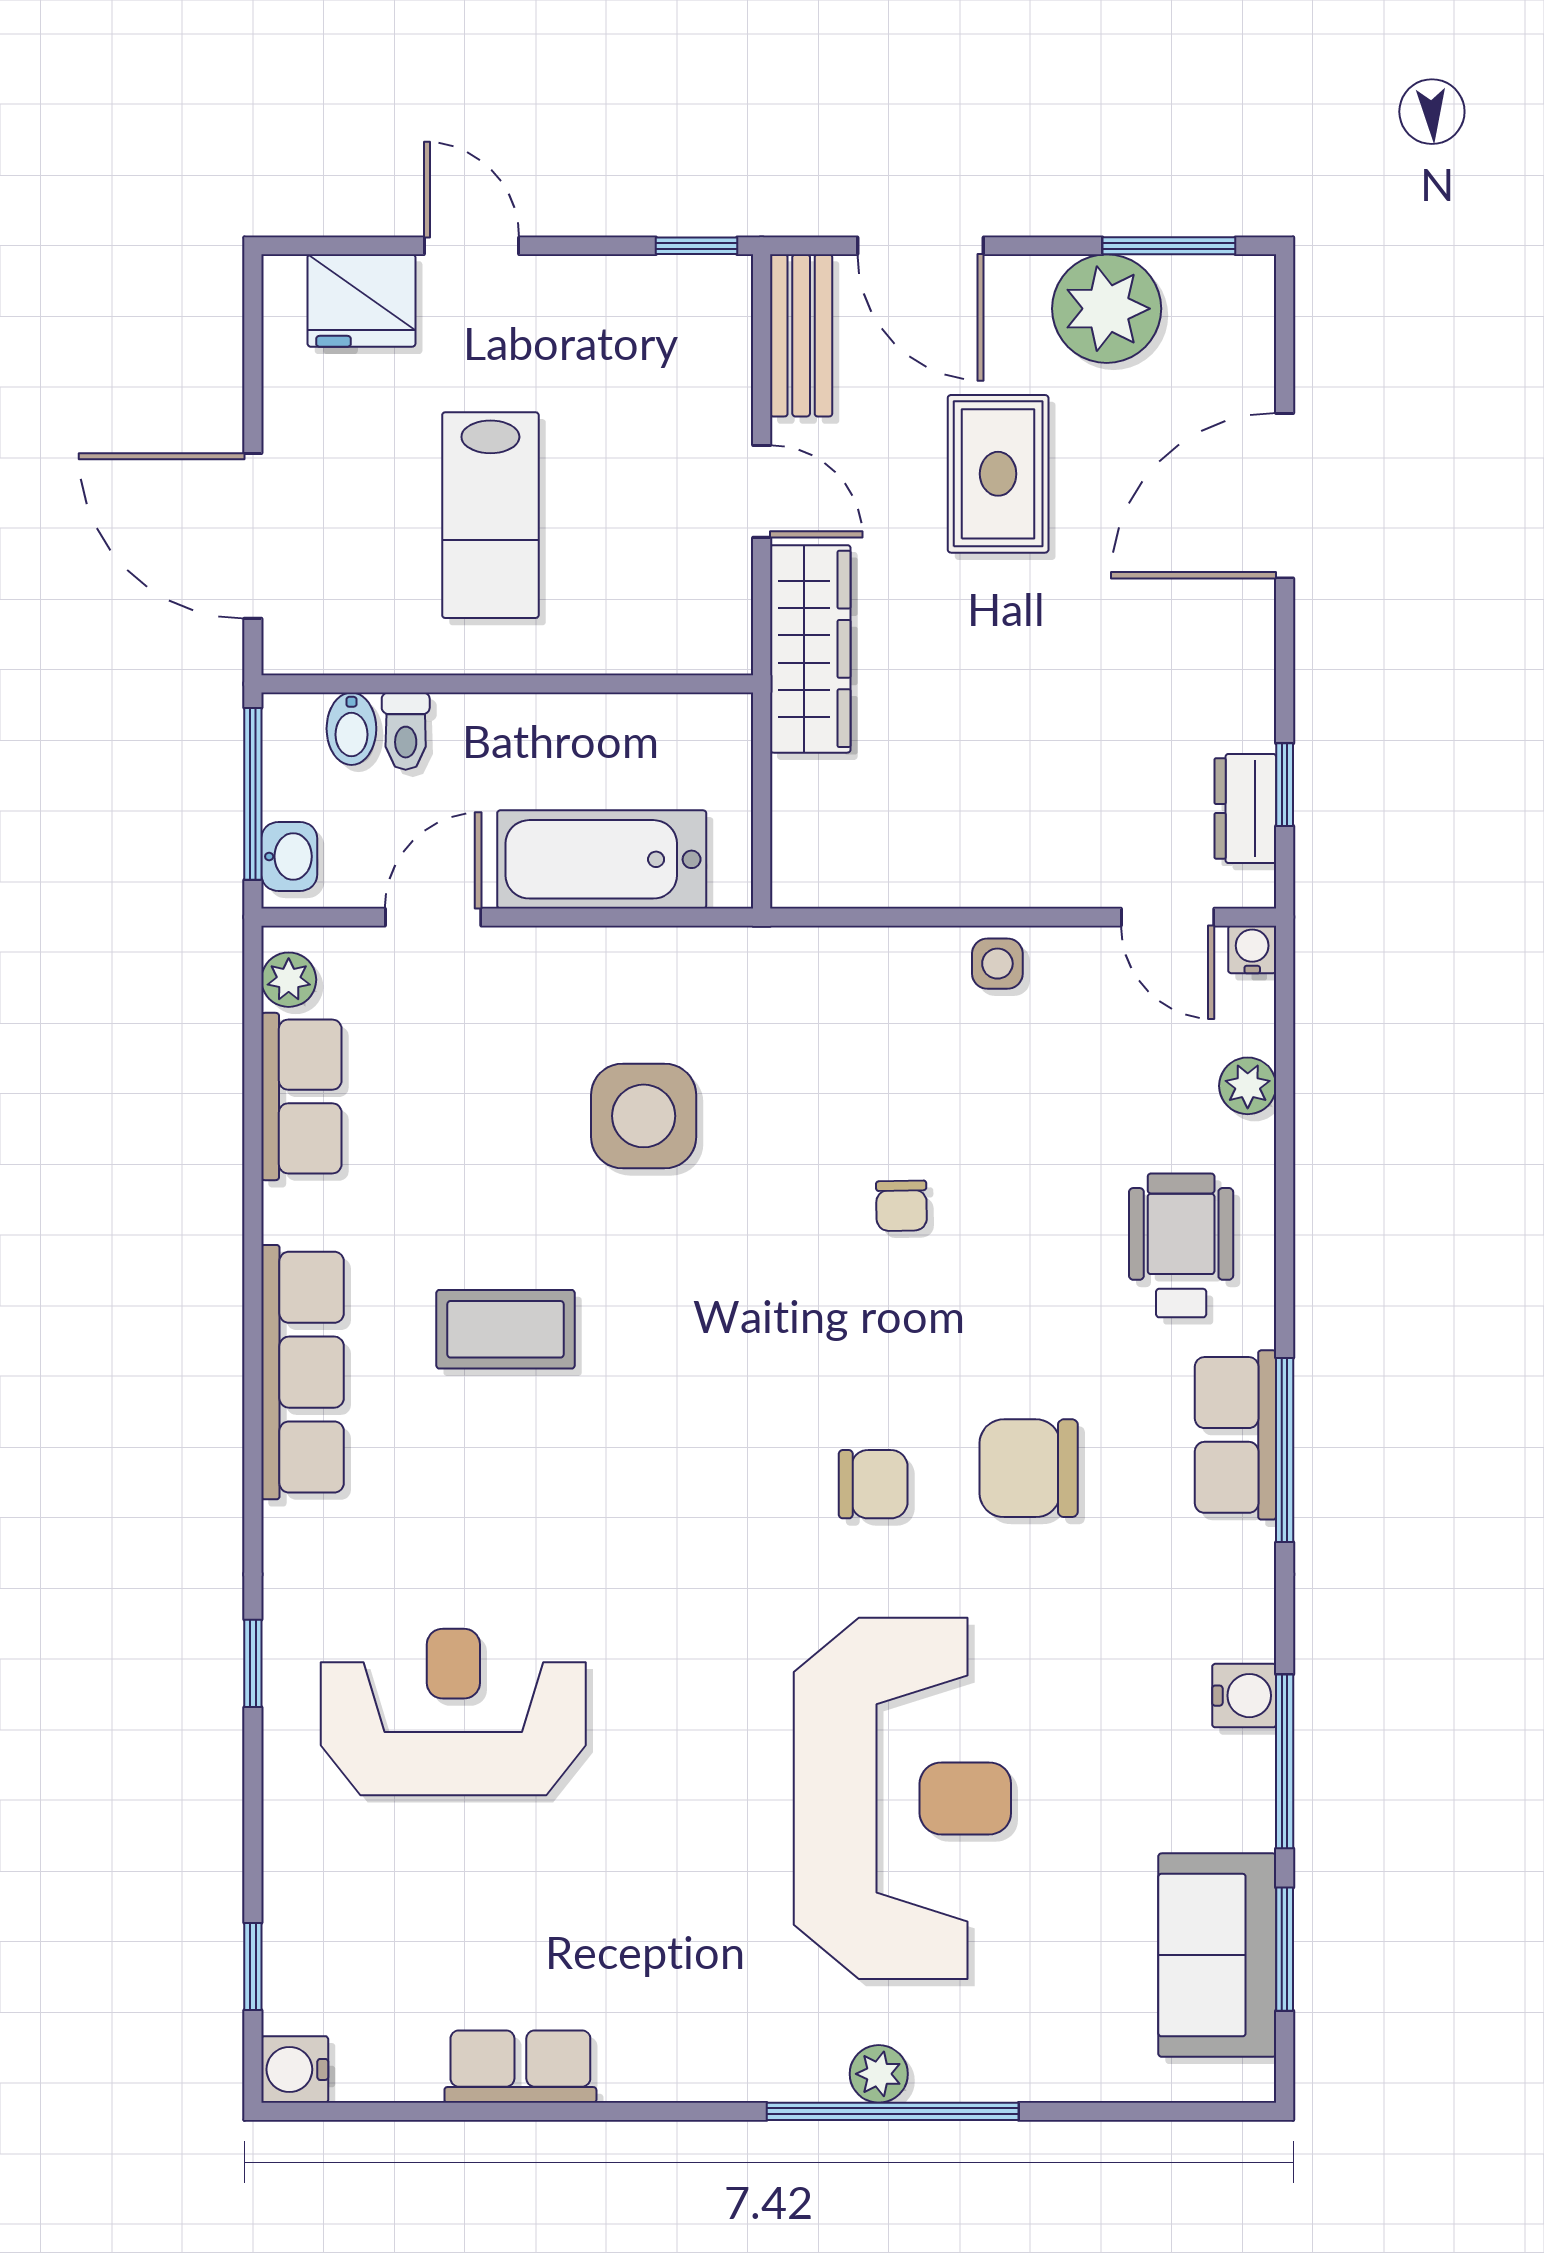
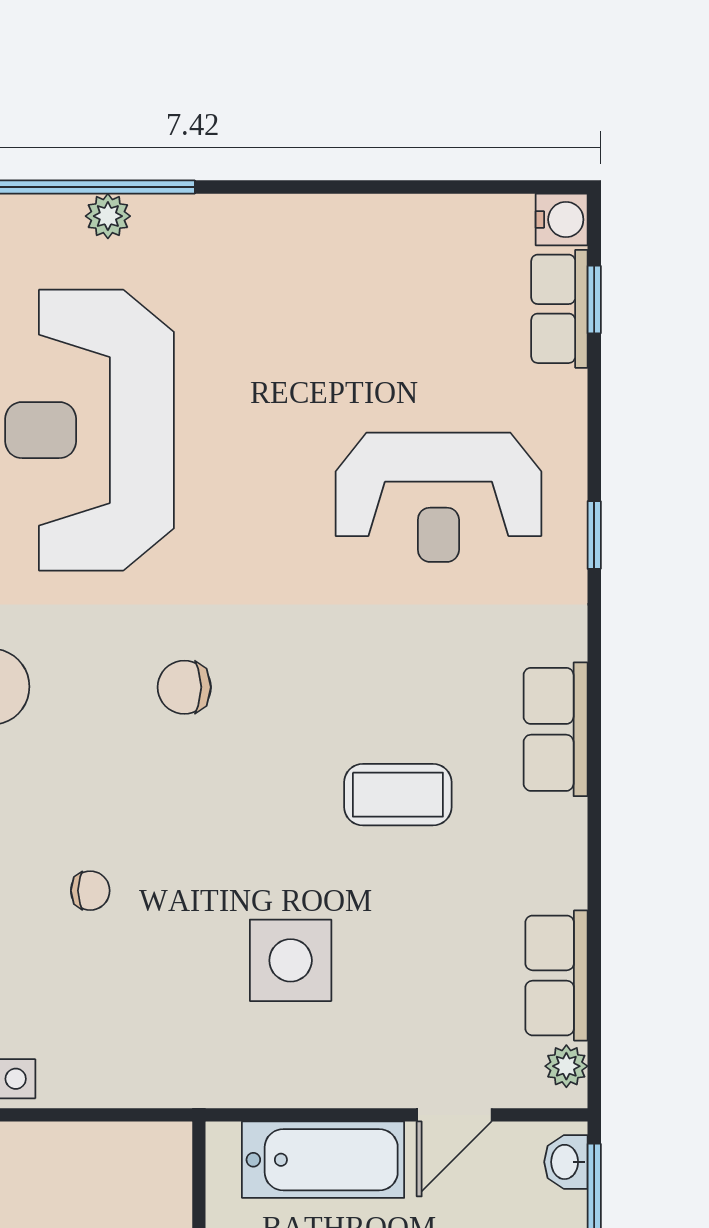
chair: (901, 1206) -> (90, 891), turned 91
row of seats: (303, 1372) -> (556, 729), width x0.68
chair: (873, 1484) -> (184, 687), moved
row of seats: (520, 2067) -> (559, 309), moved, turned 90

